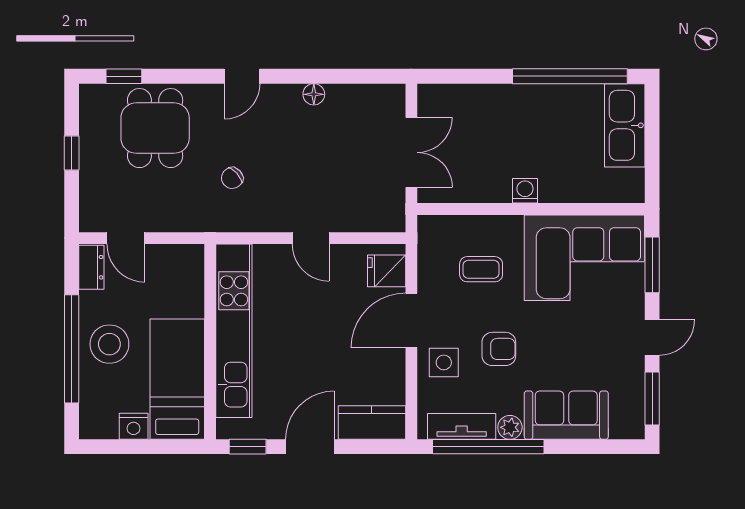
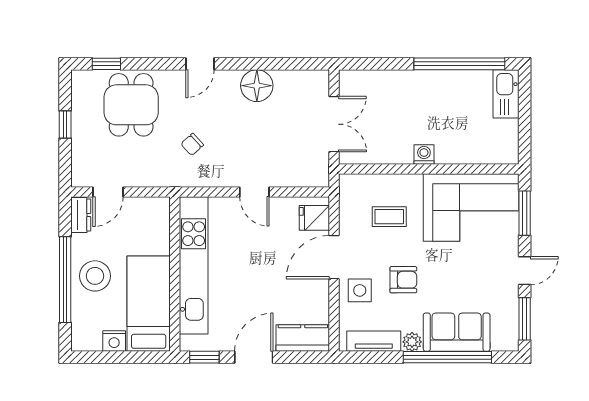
floor lamp: (314, 94) -> (257, 86), width x1.89, depth x1.89
kitchen sink: (625, 125) -> (506, 94), width x0.73, depth x0.81
door: (126, 238) -> (108, 192), hinge flipped
window: (488, 447) -> (447, 357), moved

